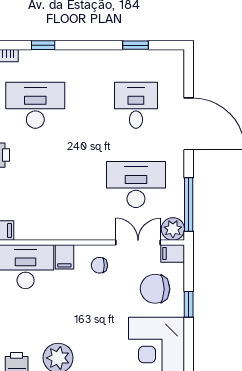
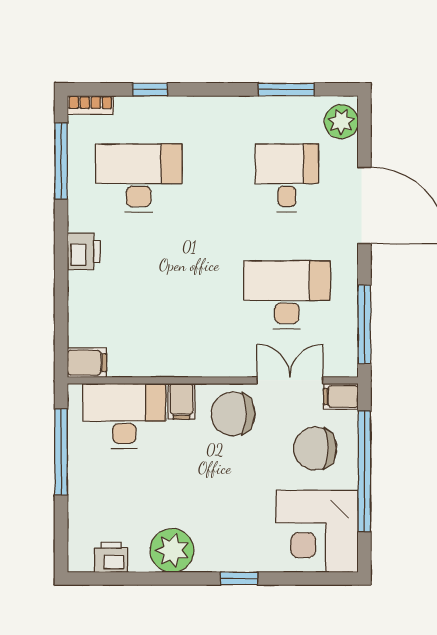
window: (136, 45) -> (286, 89), width x1.50
plant: (173, 229) -> (341, 122), moved
chair: (99, 265) -> (233, 414), width x1.87, depth x1.87
window: (189, 304) -> (364, 471), width x3.17

